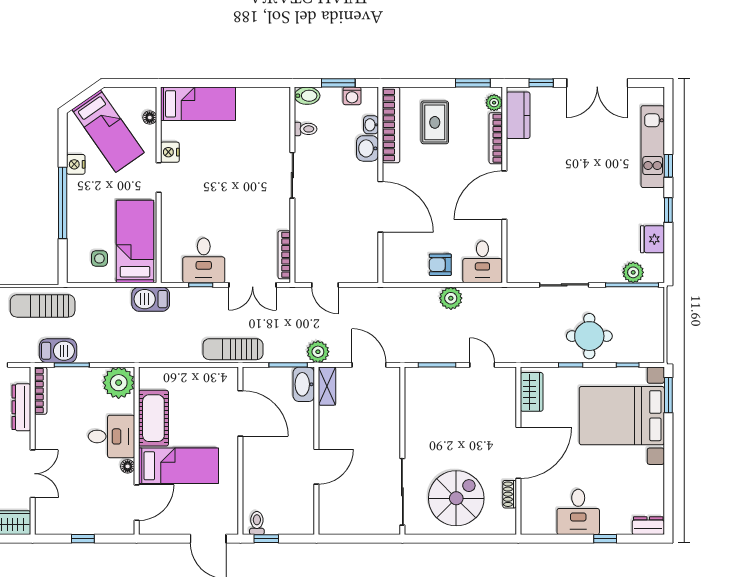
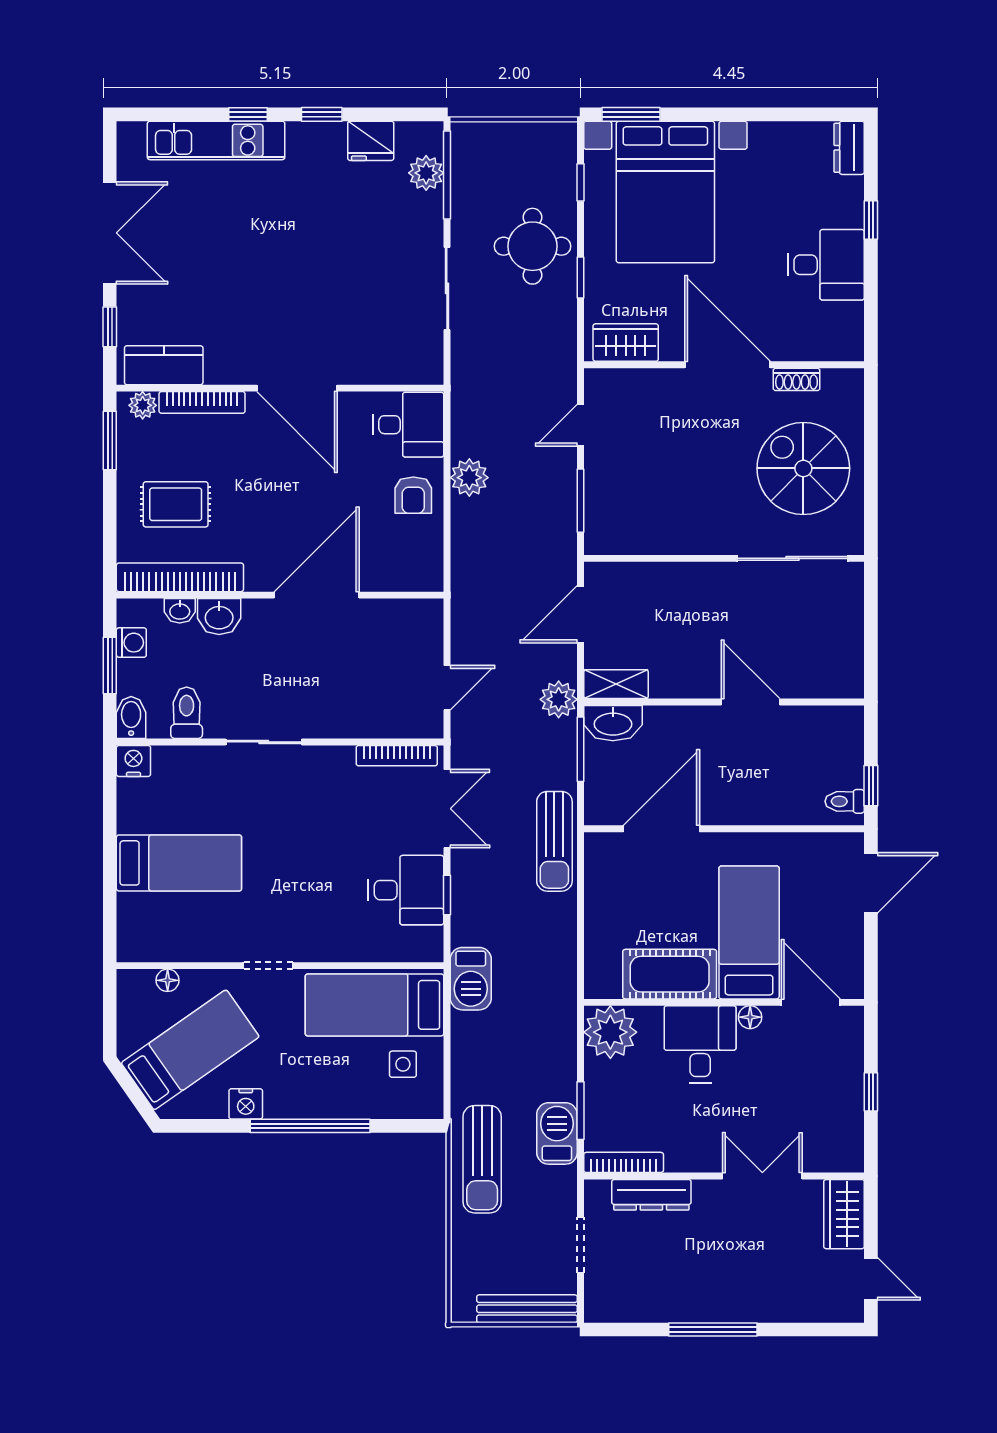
bed: (198, 104) -> (179, 863), moved, turned 90
toilet: (306, 129) -> (187, 713), width x1.37, depth x1.39
nightstand: (170, 152) -> (133, 761), moved, turned 180

